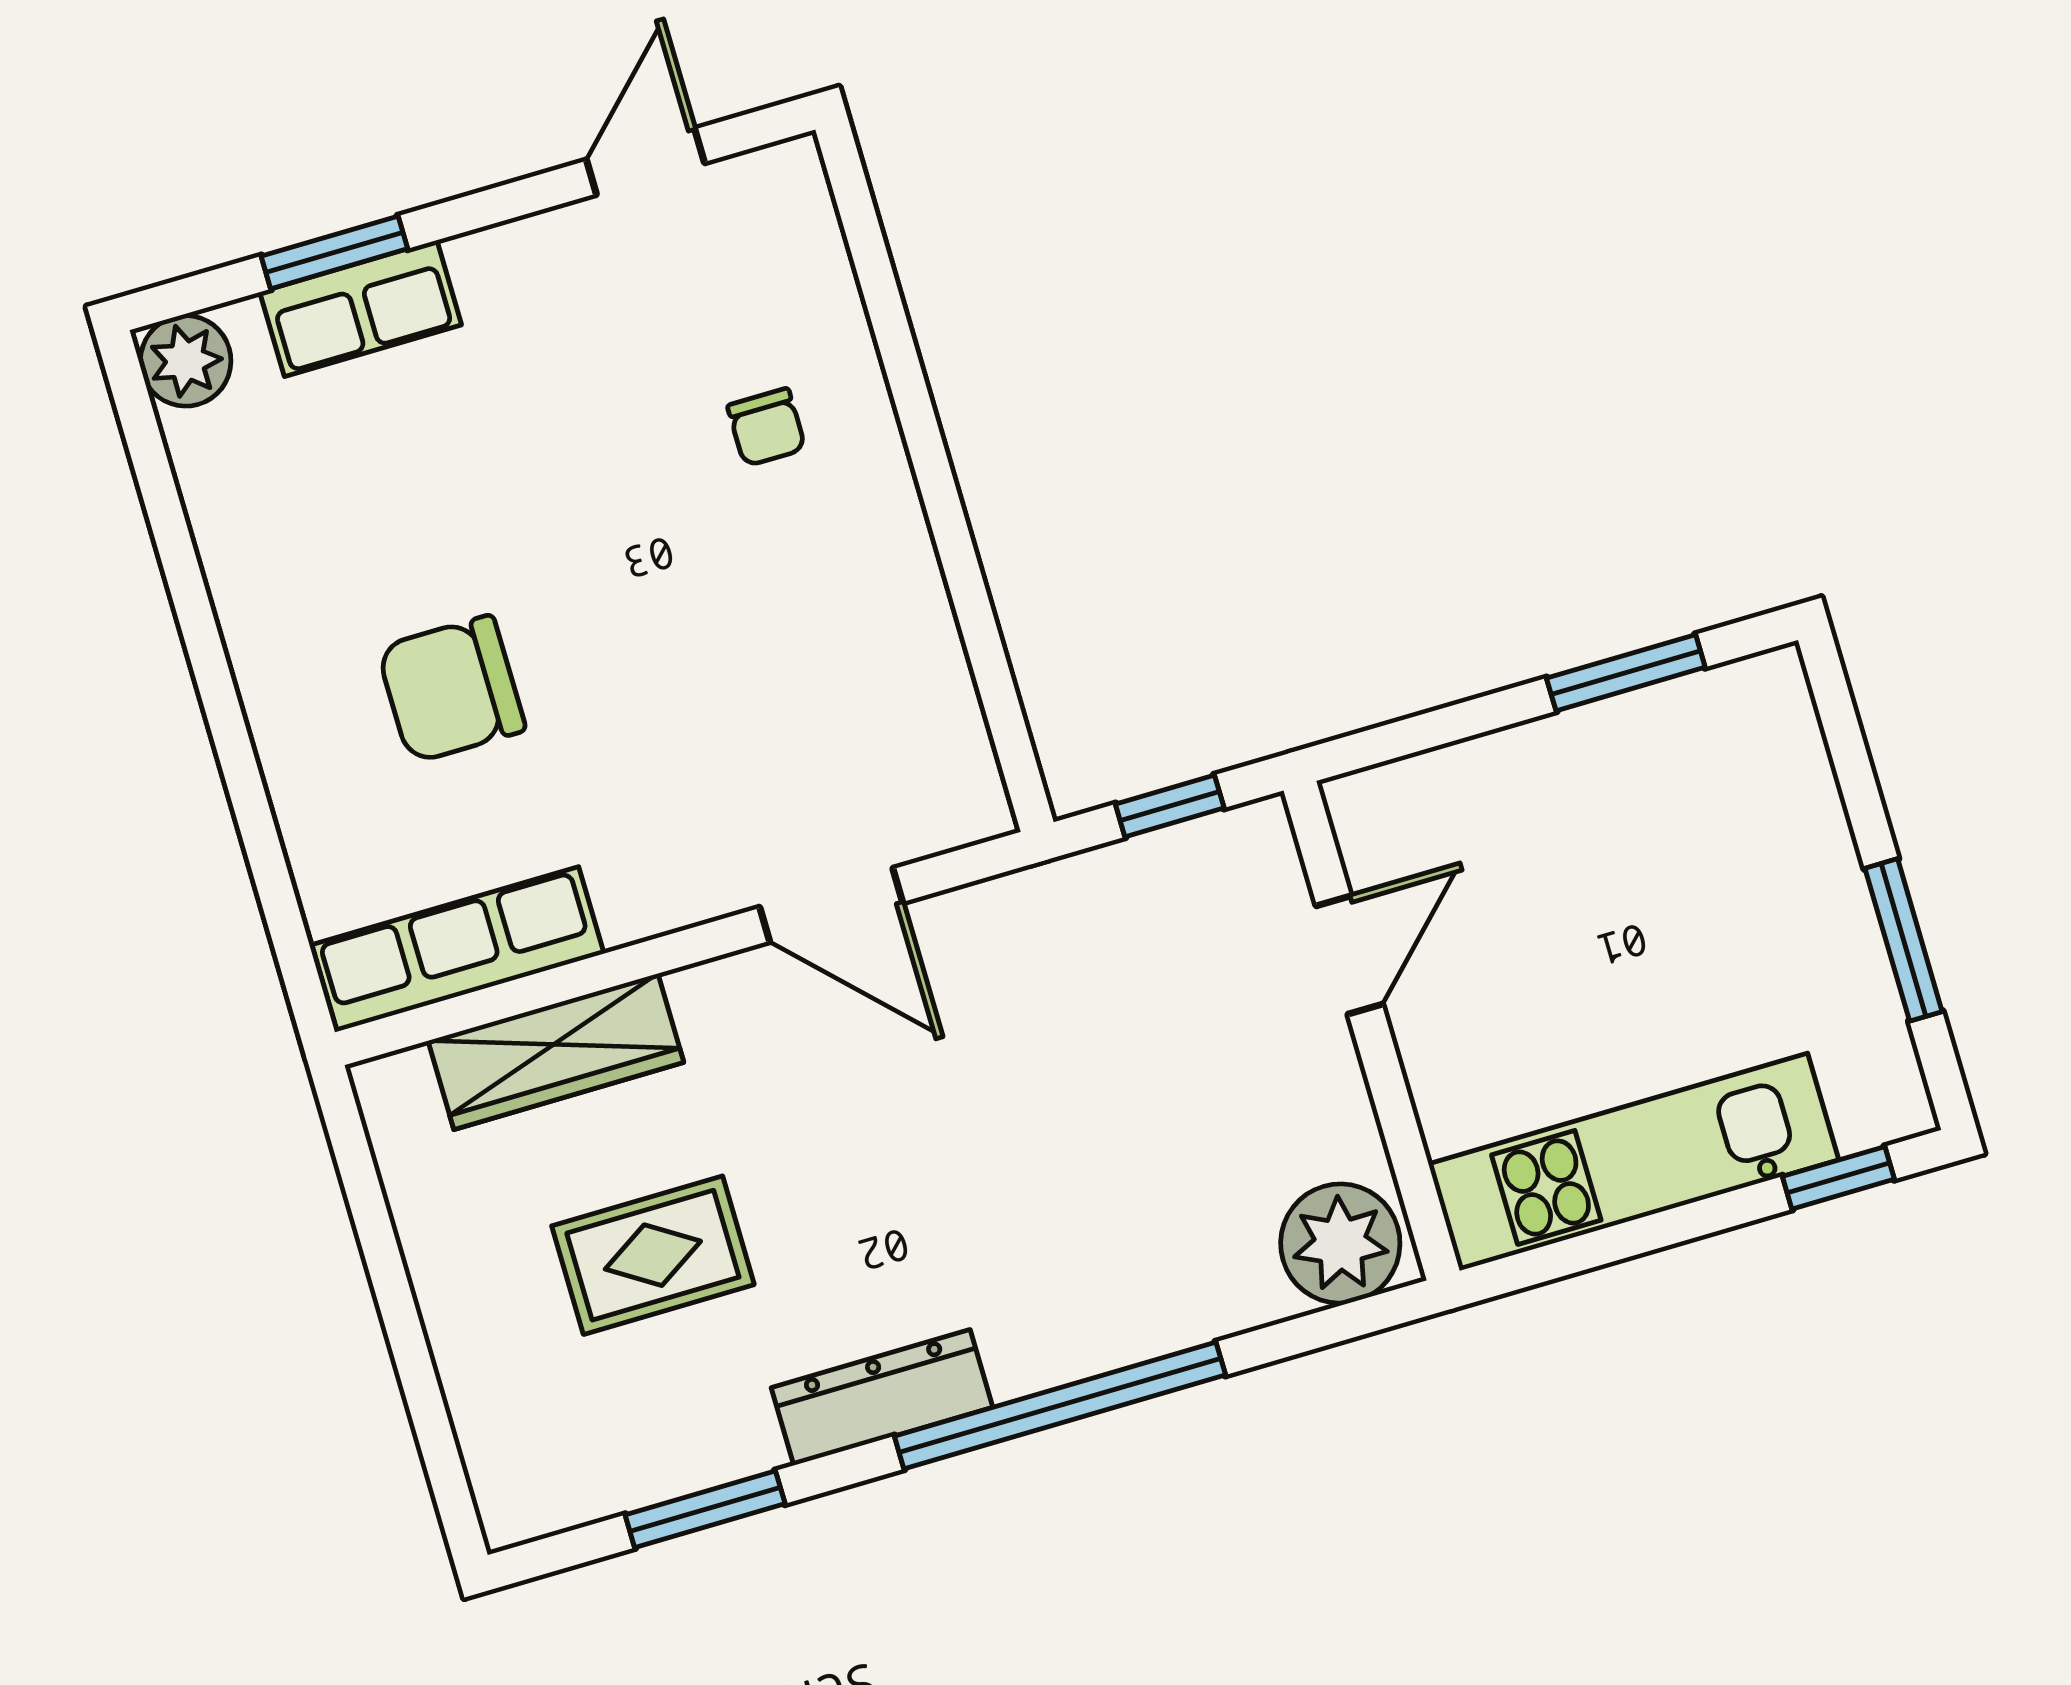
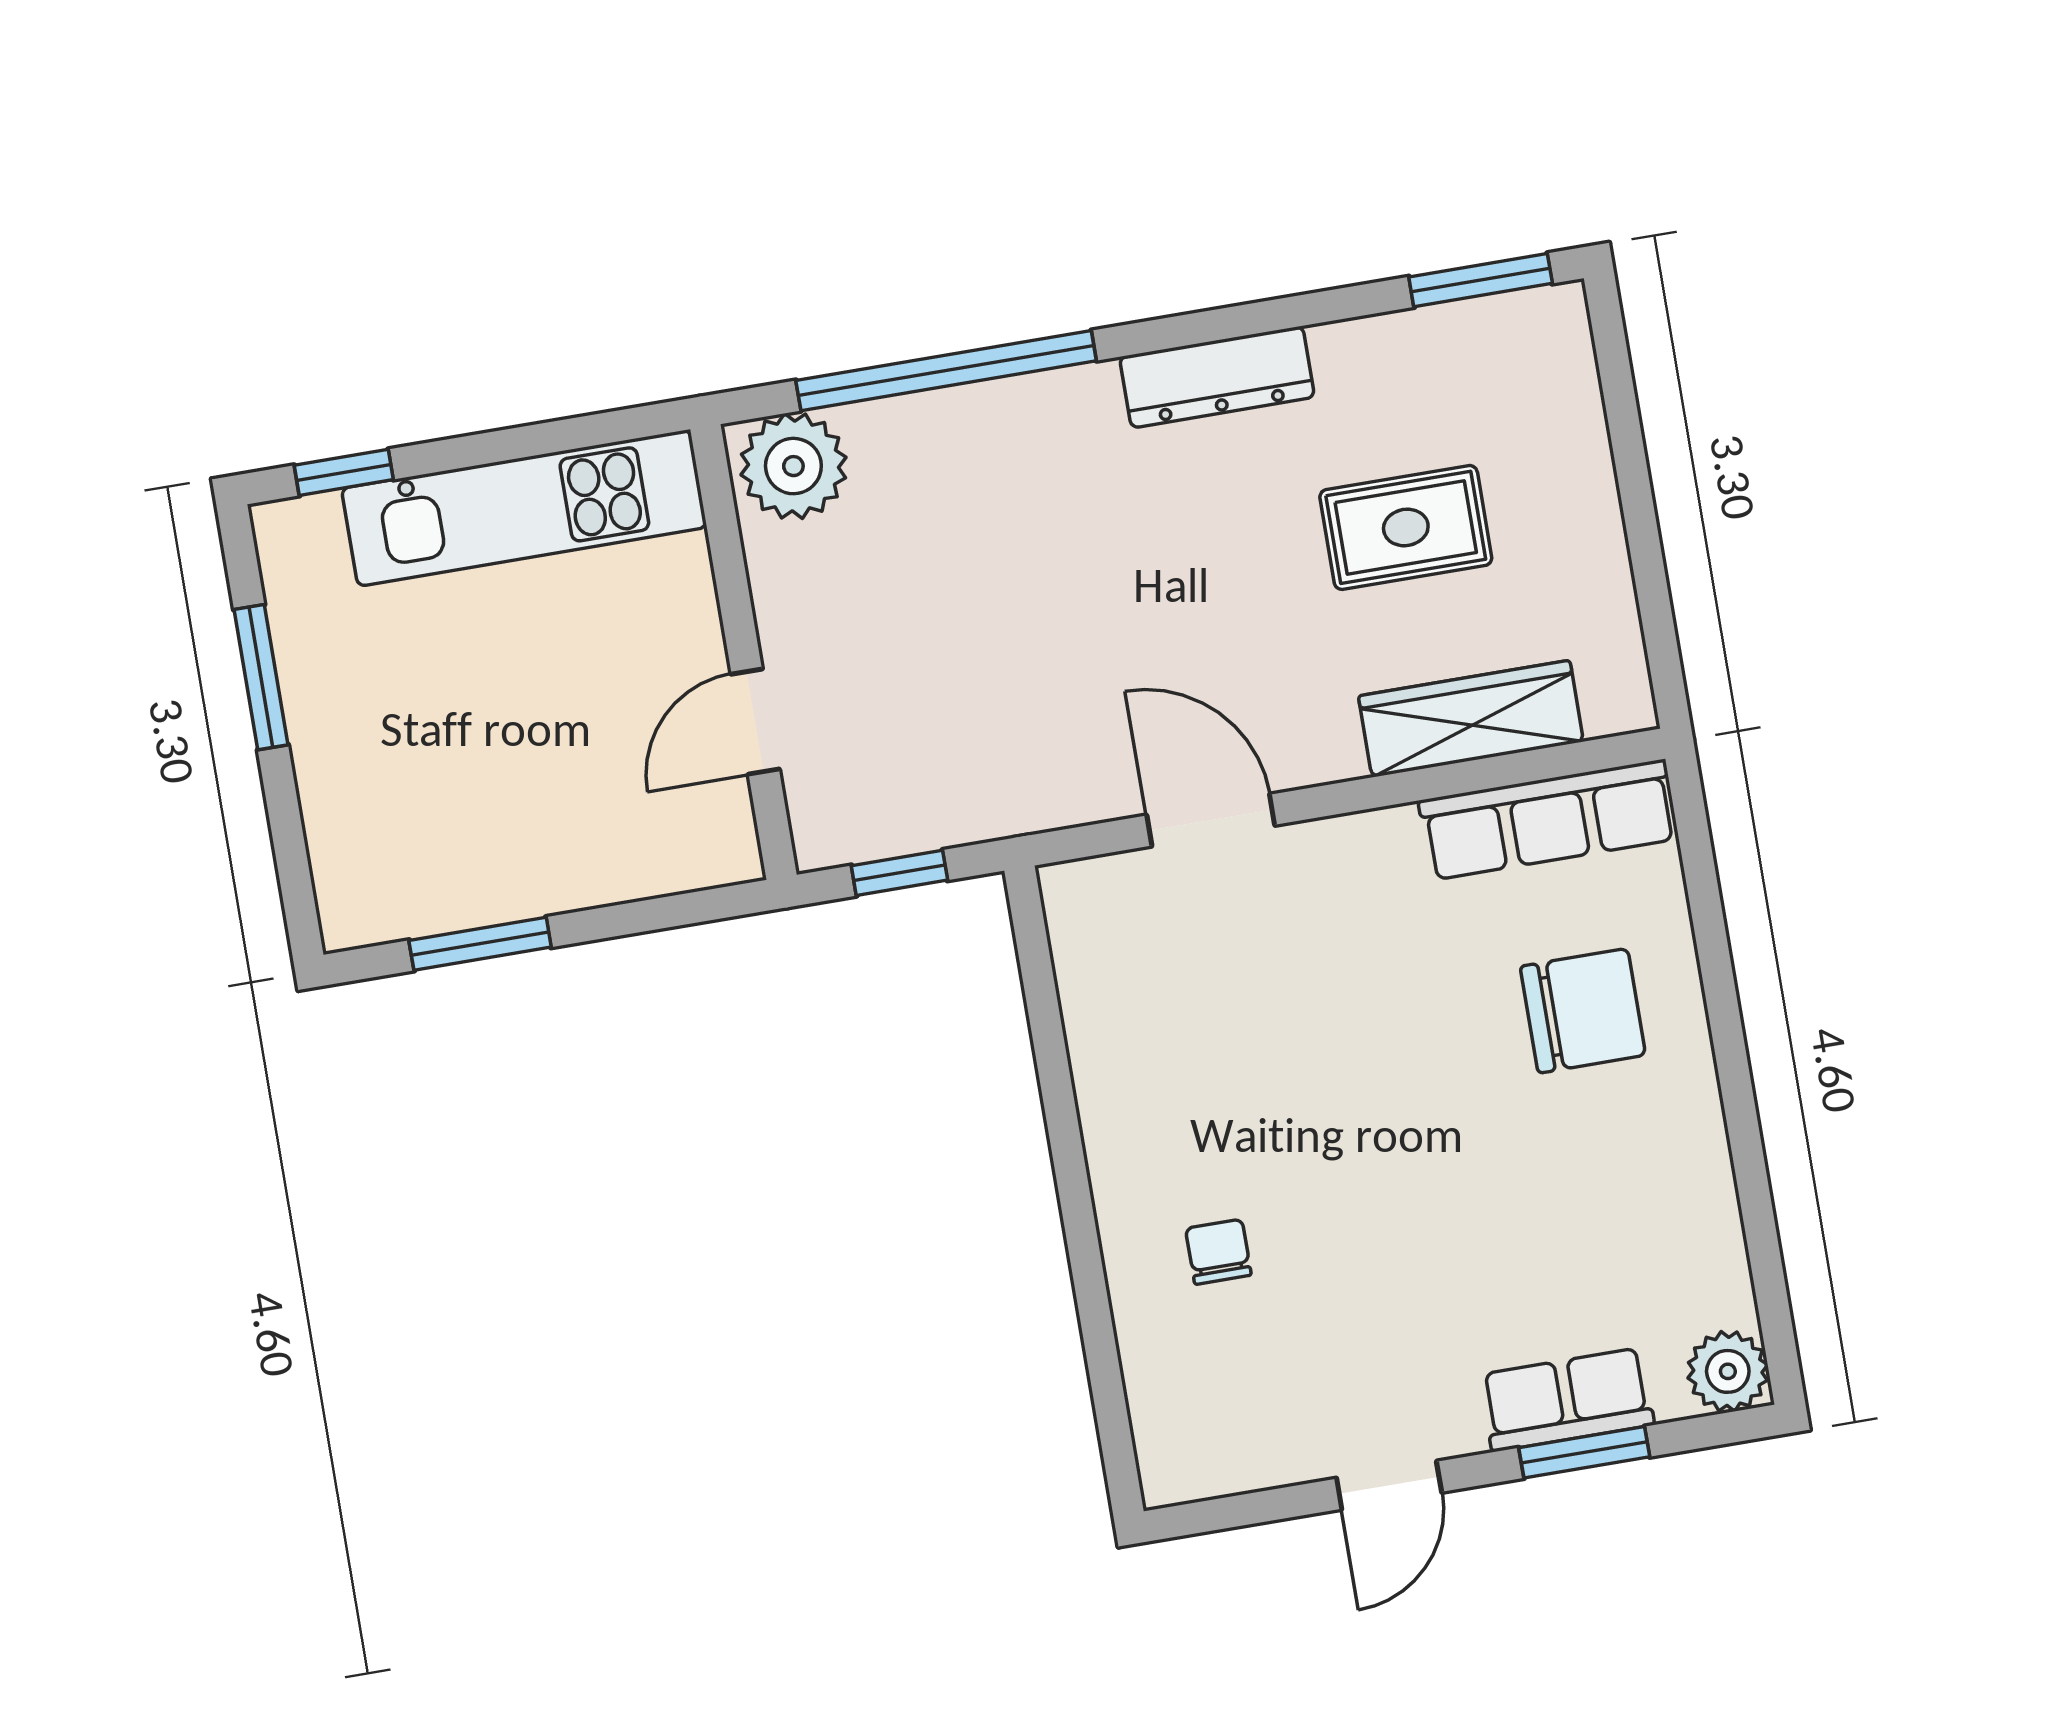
door: (646, 161) -> (1389, 1485), moved
chair: (451, 689) -> (1583, 1011), moved
window: (1060, 1405) -> (946, 371), moved
window: (705, 1509) -> (1481, 280), moved

